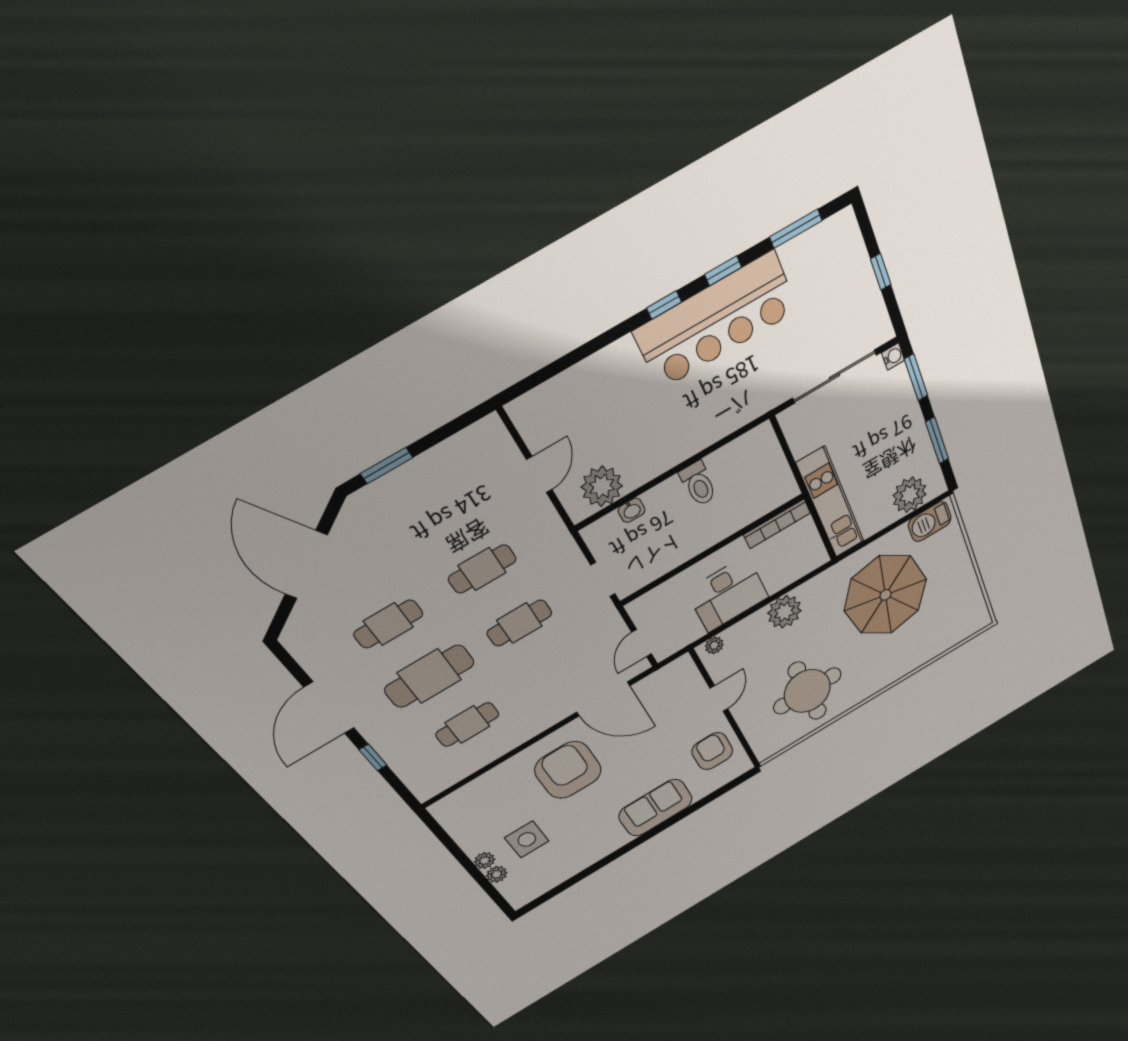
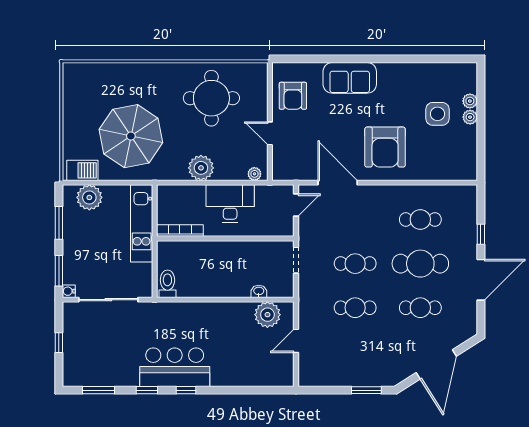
bar counter: (716, 321) -> (175, 367), width x0.73
toilet: (698, 484) -> (167, 284), moved
door: (719, 698) -> (270, 133), hinge flipped

